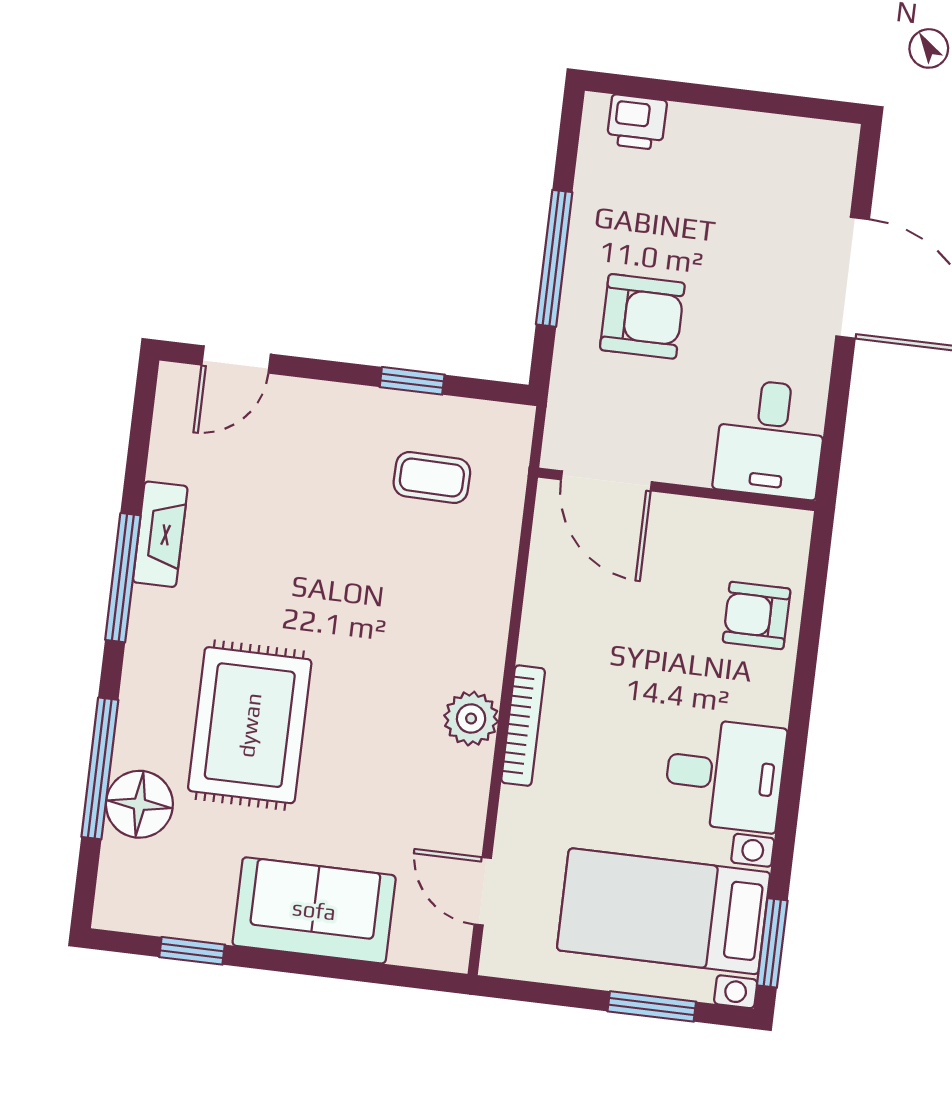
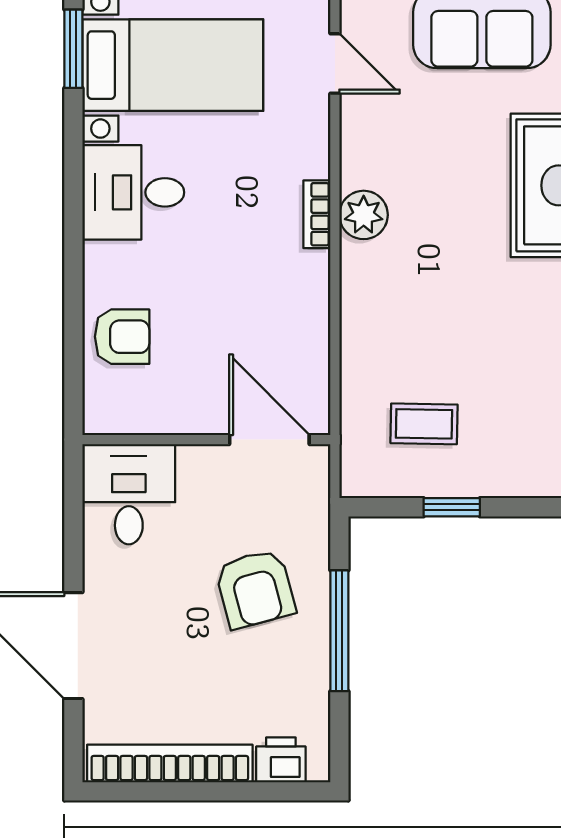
bookcase: (761, 133) -> (170, 763), added
armchair: (642, 316) -> (255, 589), turned -105
bookcase: (523, 726) -> (317, 214), width x0.64

